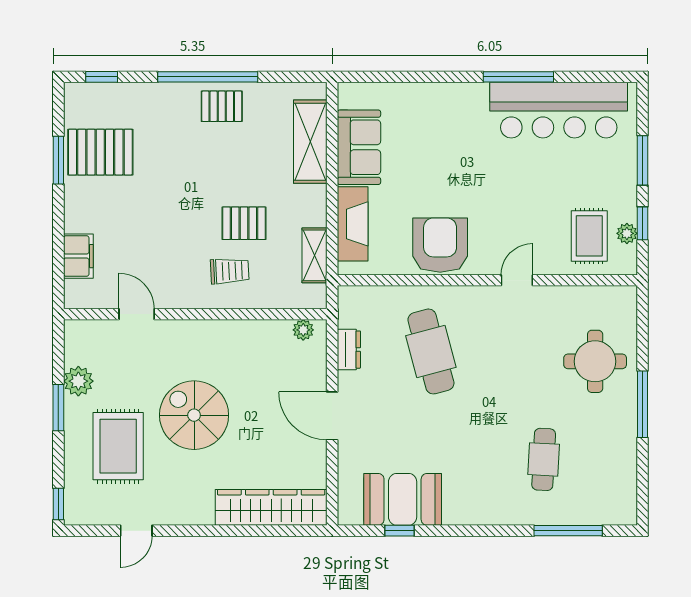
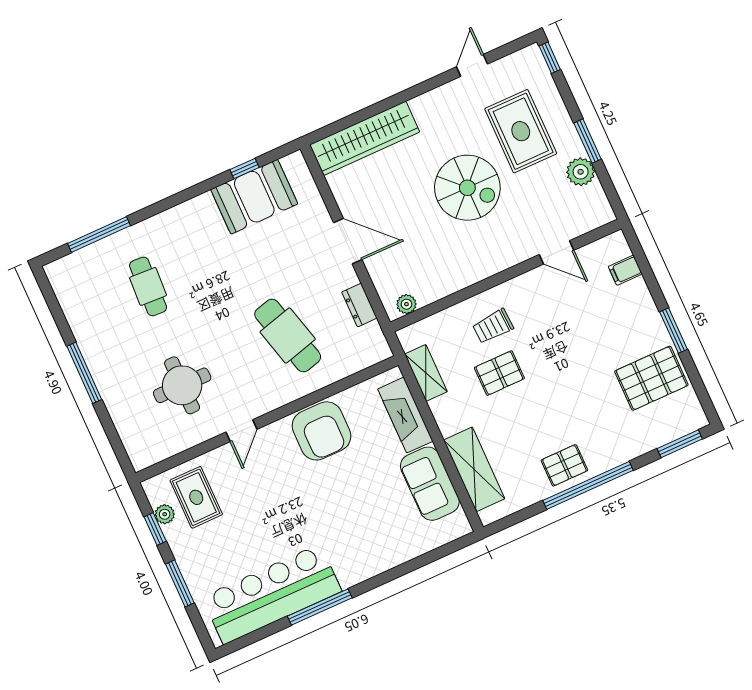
window: (102, 77) -> (680, 444), width x1.50
window: (58, 160) -> (674, 331), moved
filing cabinet: (78, 256) -> (625, 270), width x0.50
round table: (595, 361) -> (182, 385), moved

